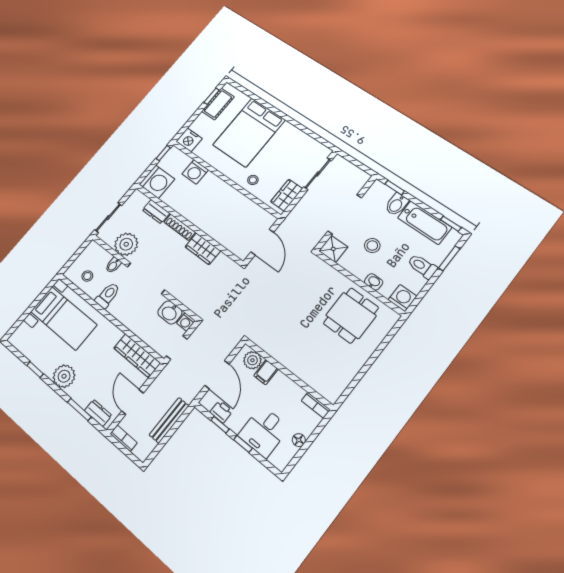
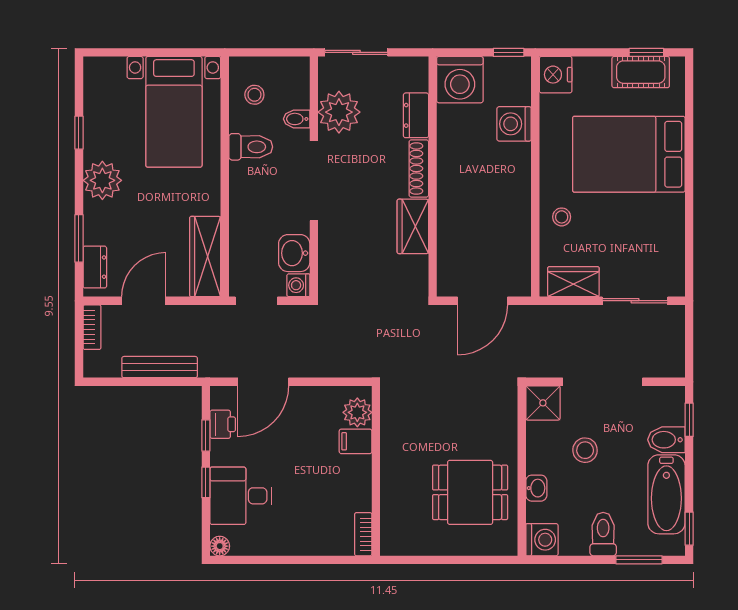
plant: (252, 360) -> (357, 412), moved
filing cabinet: (266, 372) -> (356, 441), moved
wall: (288, 374) -> (376, 471), moved
bookcase: (316, 405) -> (363, 534), moved
floor lamp: (299, 440) -> (220, 546), moved

